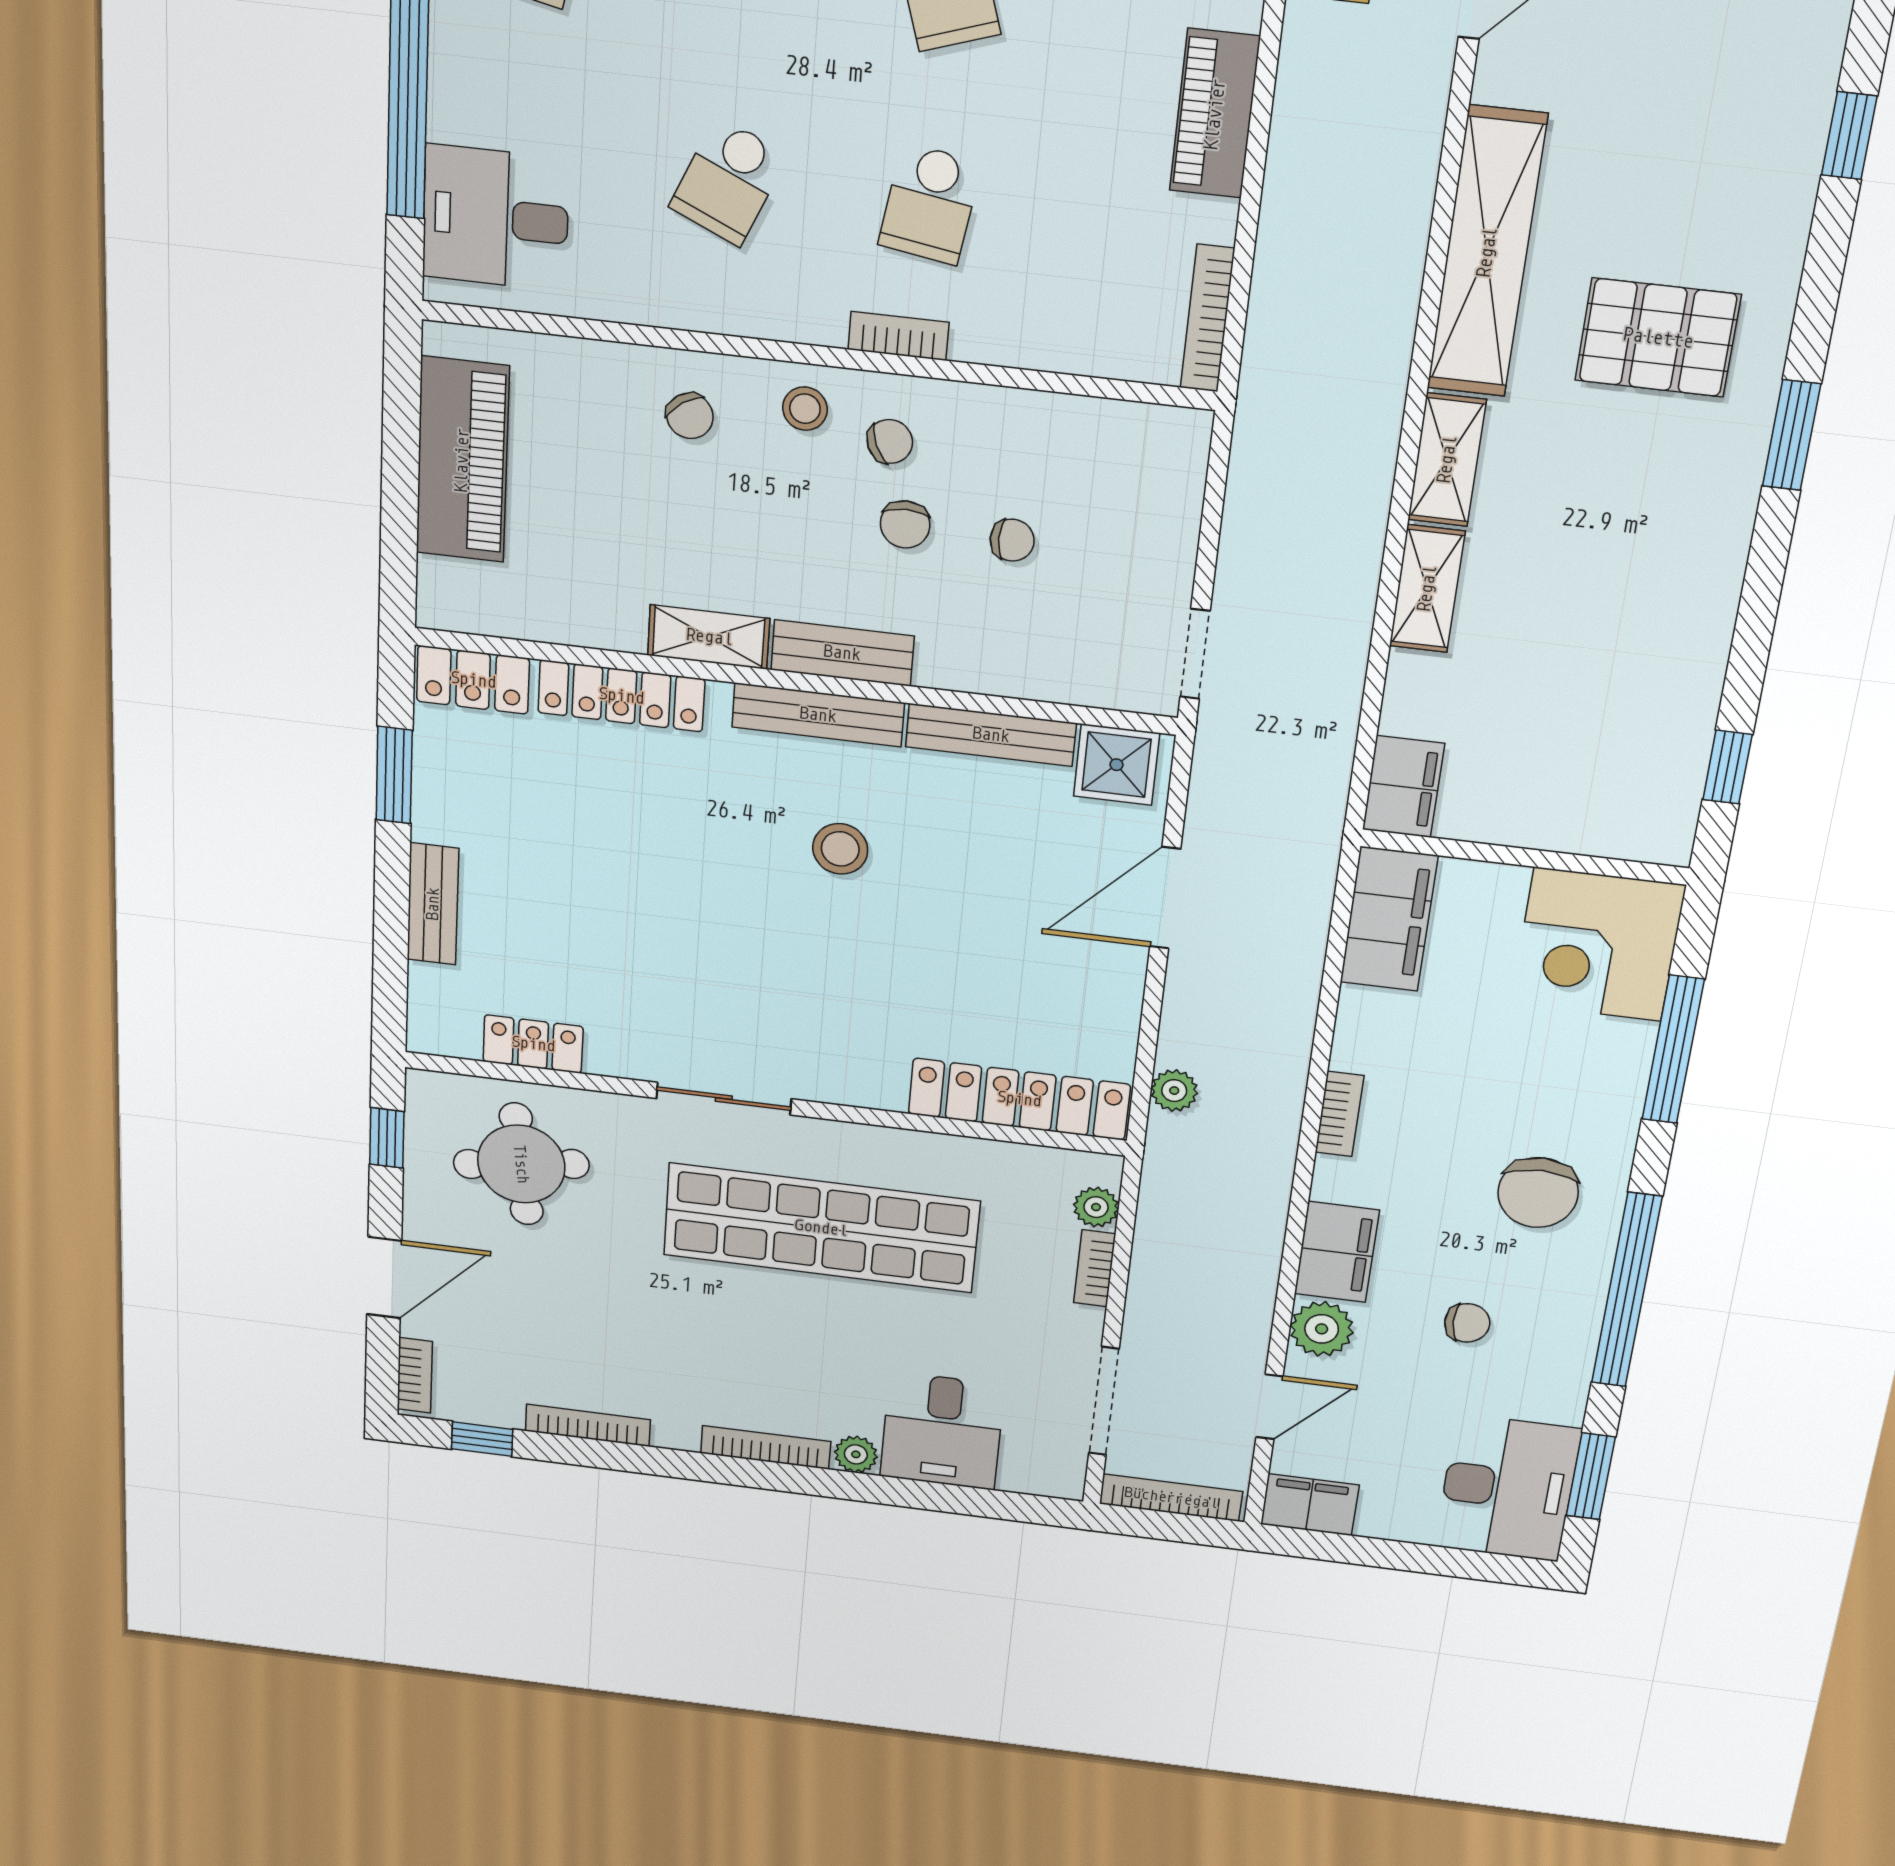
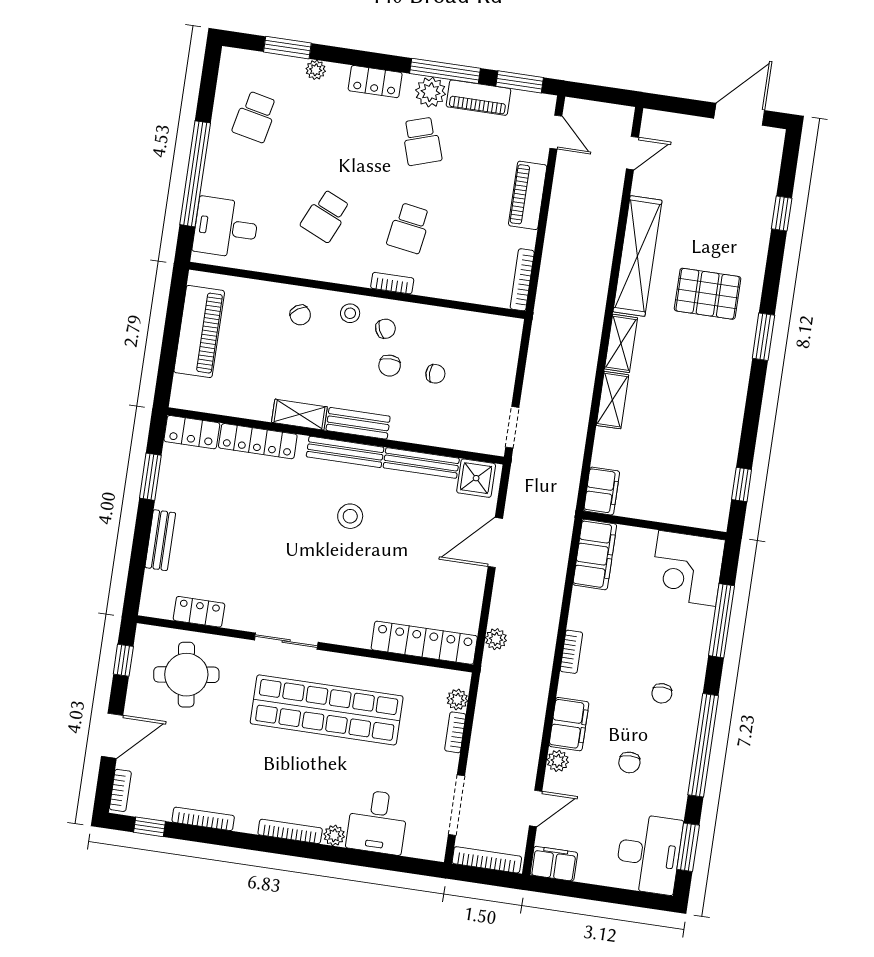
chair: (1538, 1193) -> (662, 693), width x0.54, depth x0.54
chair: (1467, 1323) -> (629, 762), turned 91
plant: (1322, 1329) -> (558, 761), width x0.73, depth x0.73

